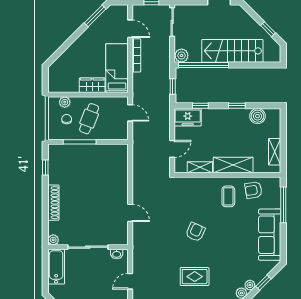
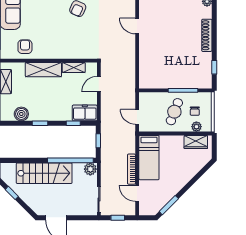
wardrobe: (92, 85) -> (196, 142), moved
armchair: (253, 190) -> (25, 47), turned -81
coffee table: (228, 196) -> (48, 41), removed

